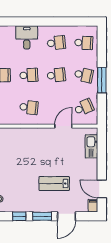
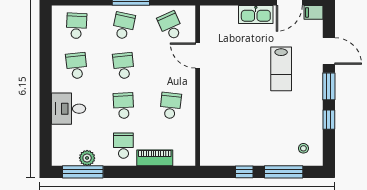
kitchen sink: (92, 146) -> (256, 15), moved

